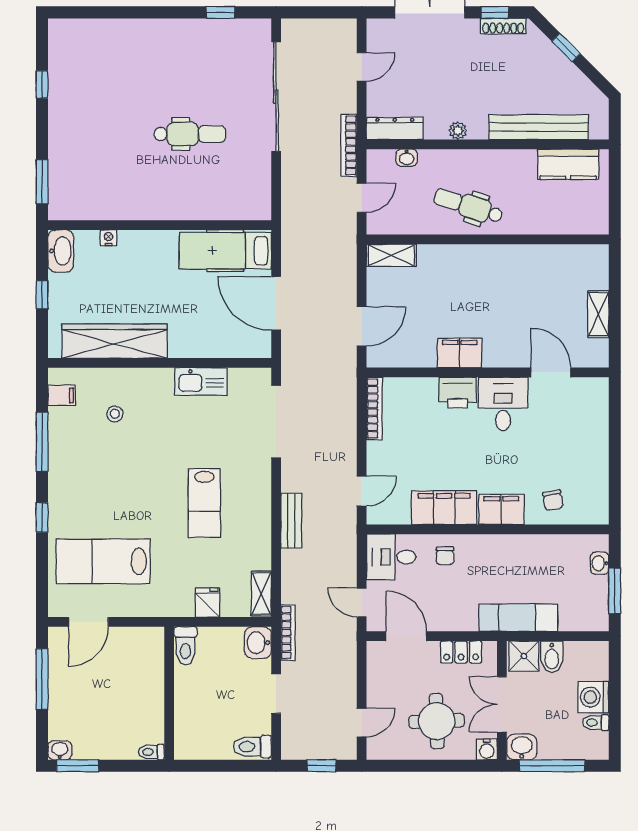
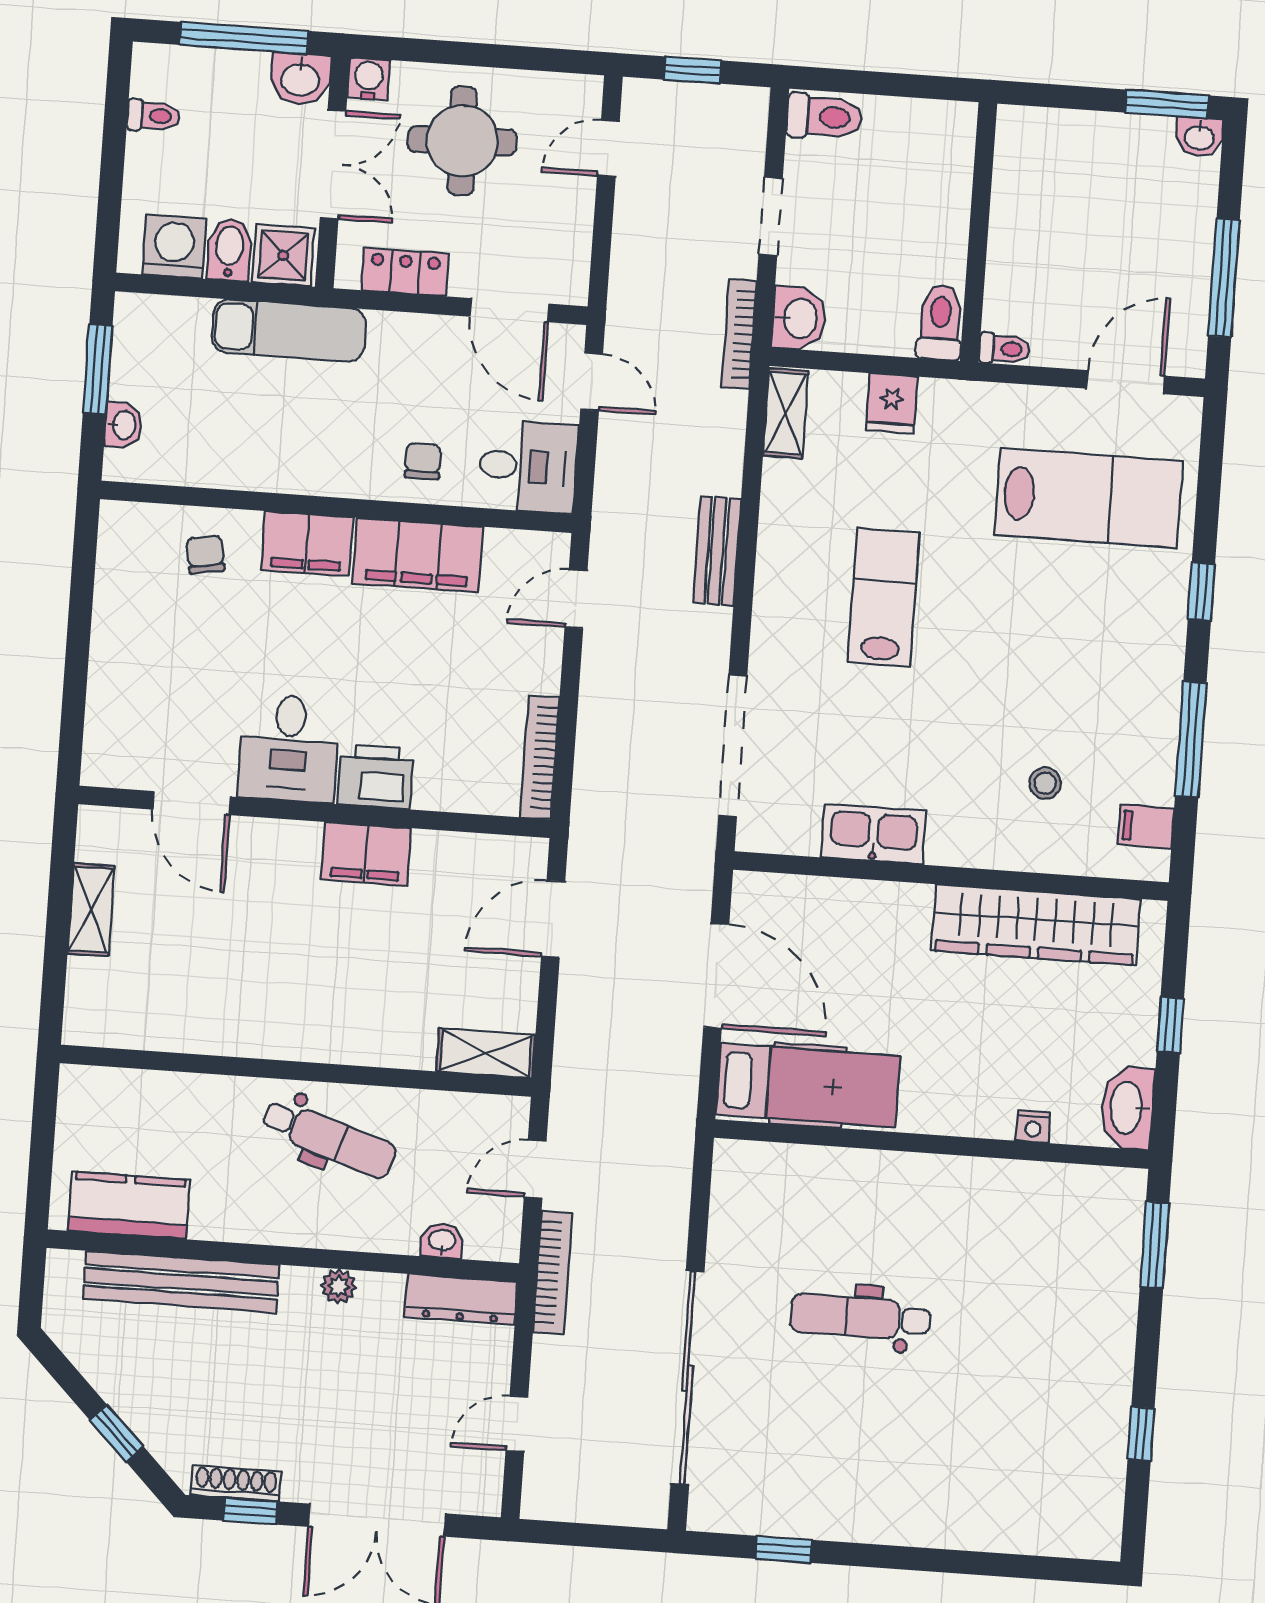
washing machine: (593, 697) -> (174, 247), moved, turned -90
toilet: (152, 752) -> (1005, 349), moved

